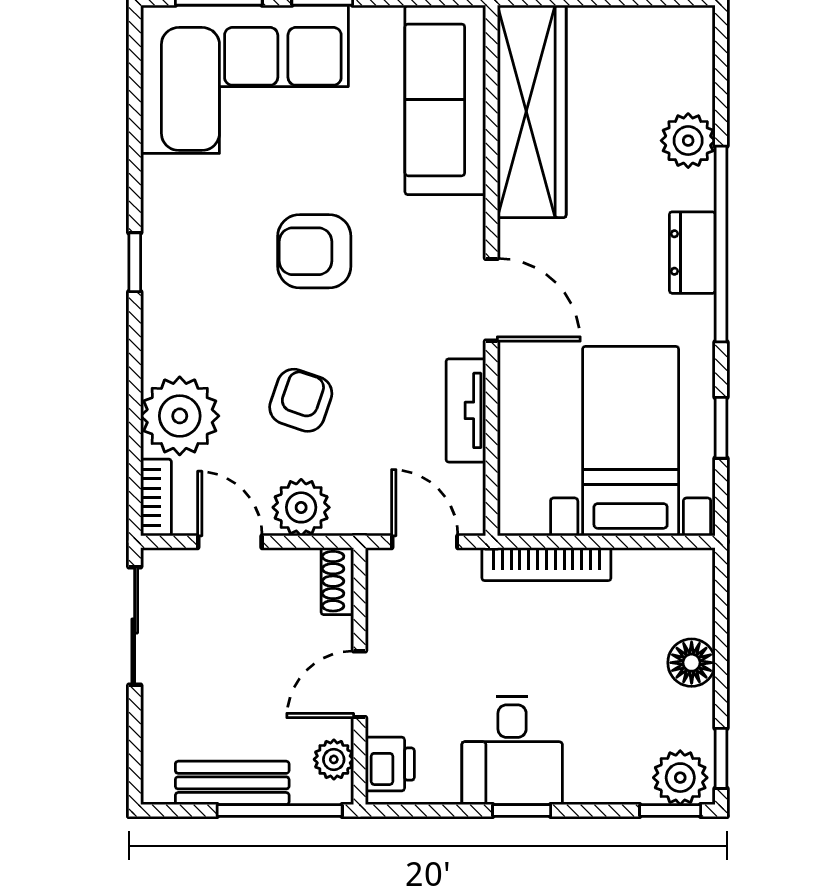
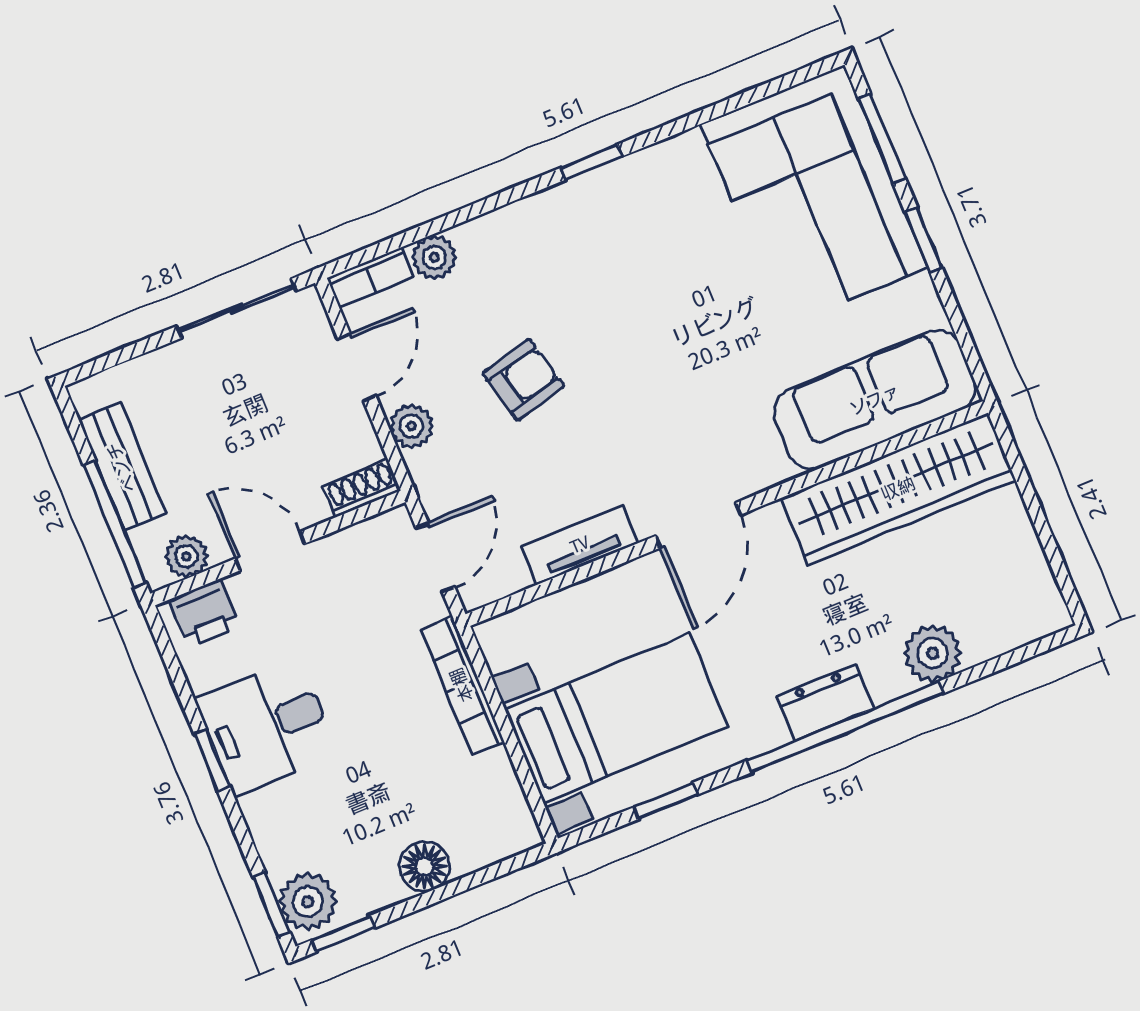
armchair: (314, 251) -> (674, 333), removed
armchair: (301, 400) -> (523, 380), turned -33
plant: (180, 416) -> (434, 257), width x0.53, depth x0.53
plant: (301, 507) -> (411, 426), width x0.73, depth x0.73

